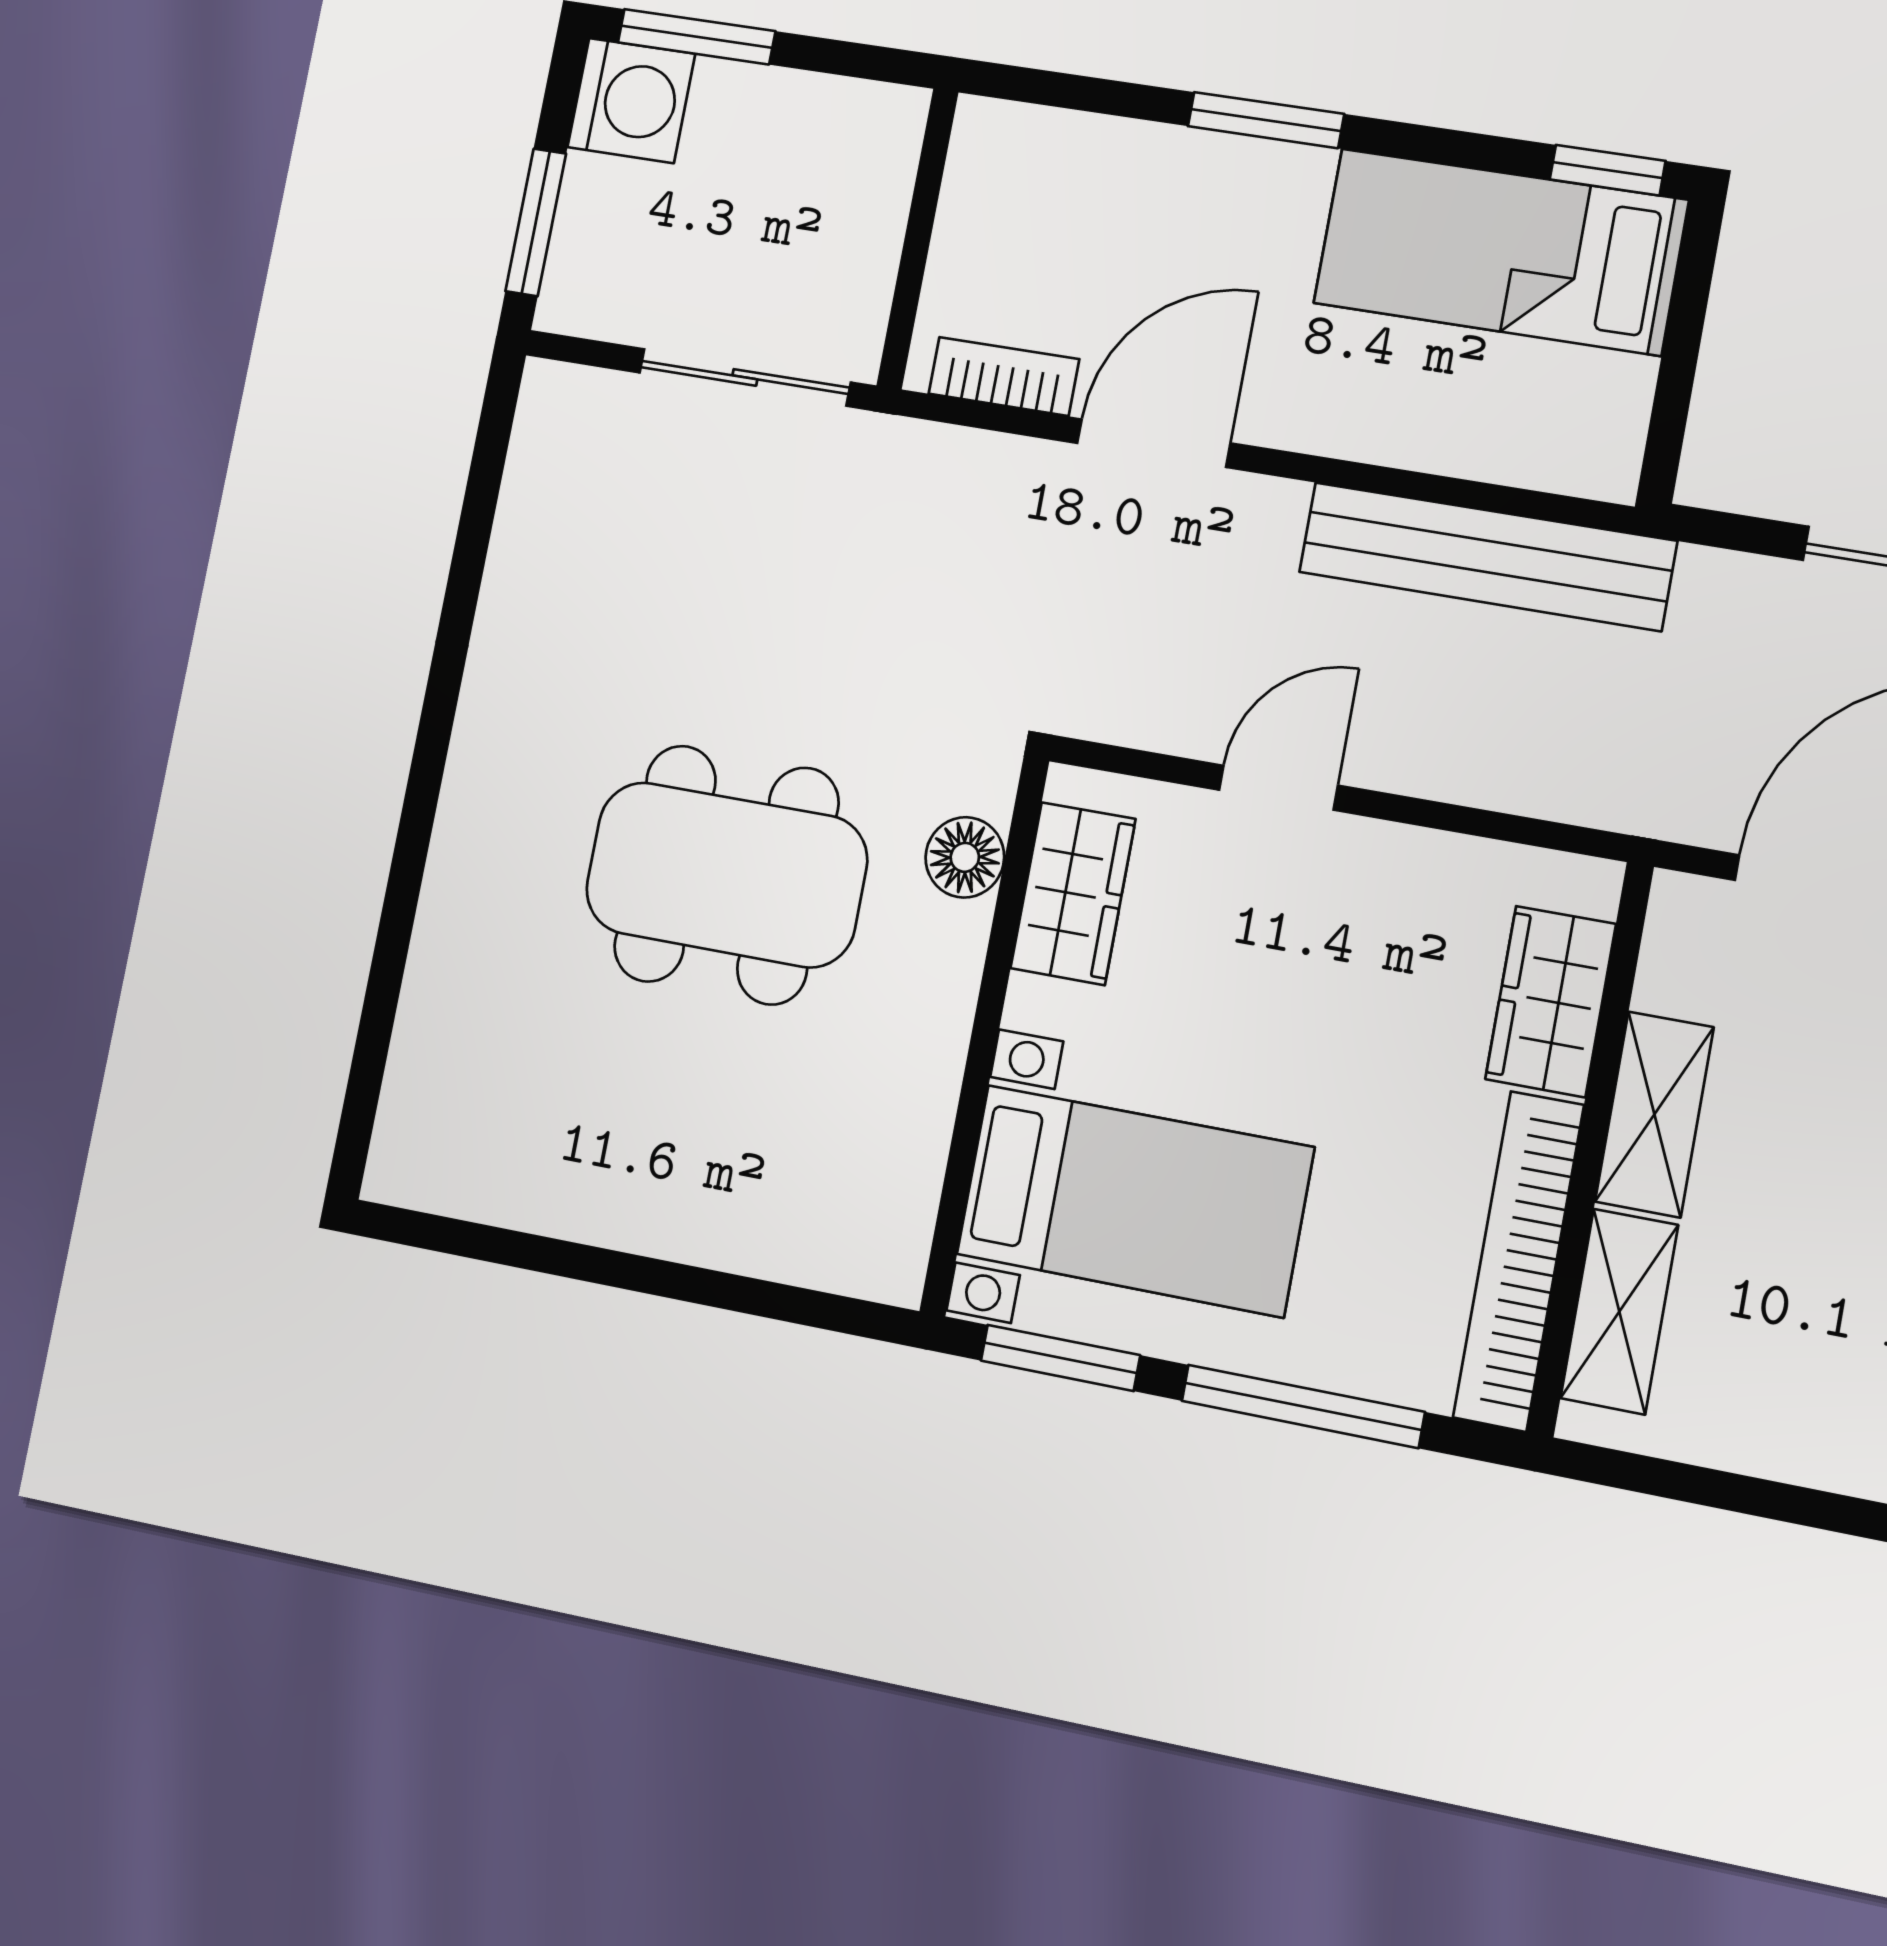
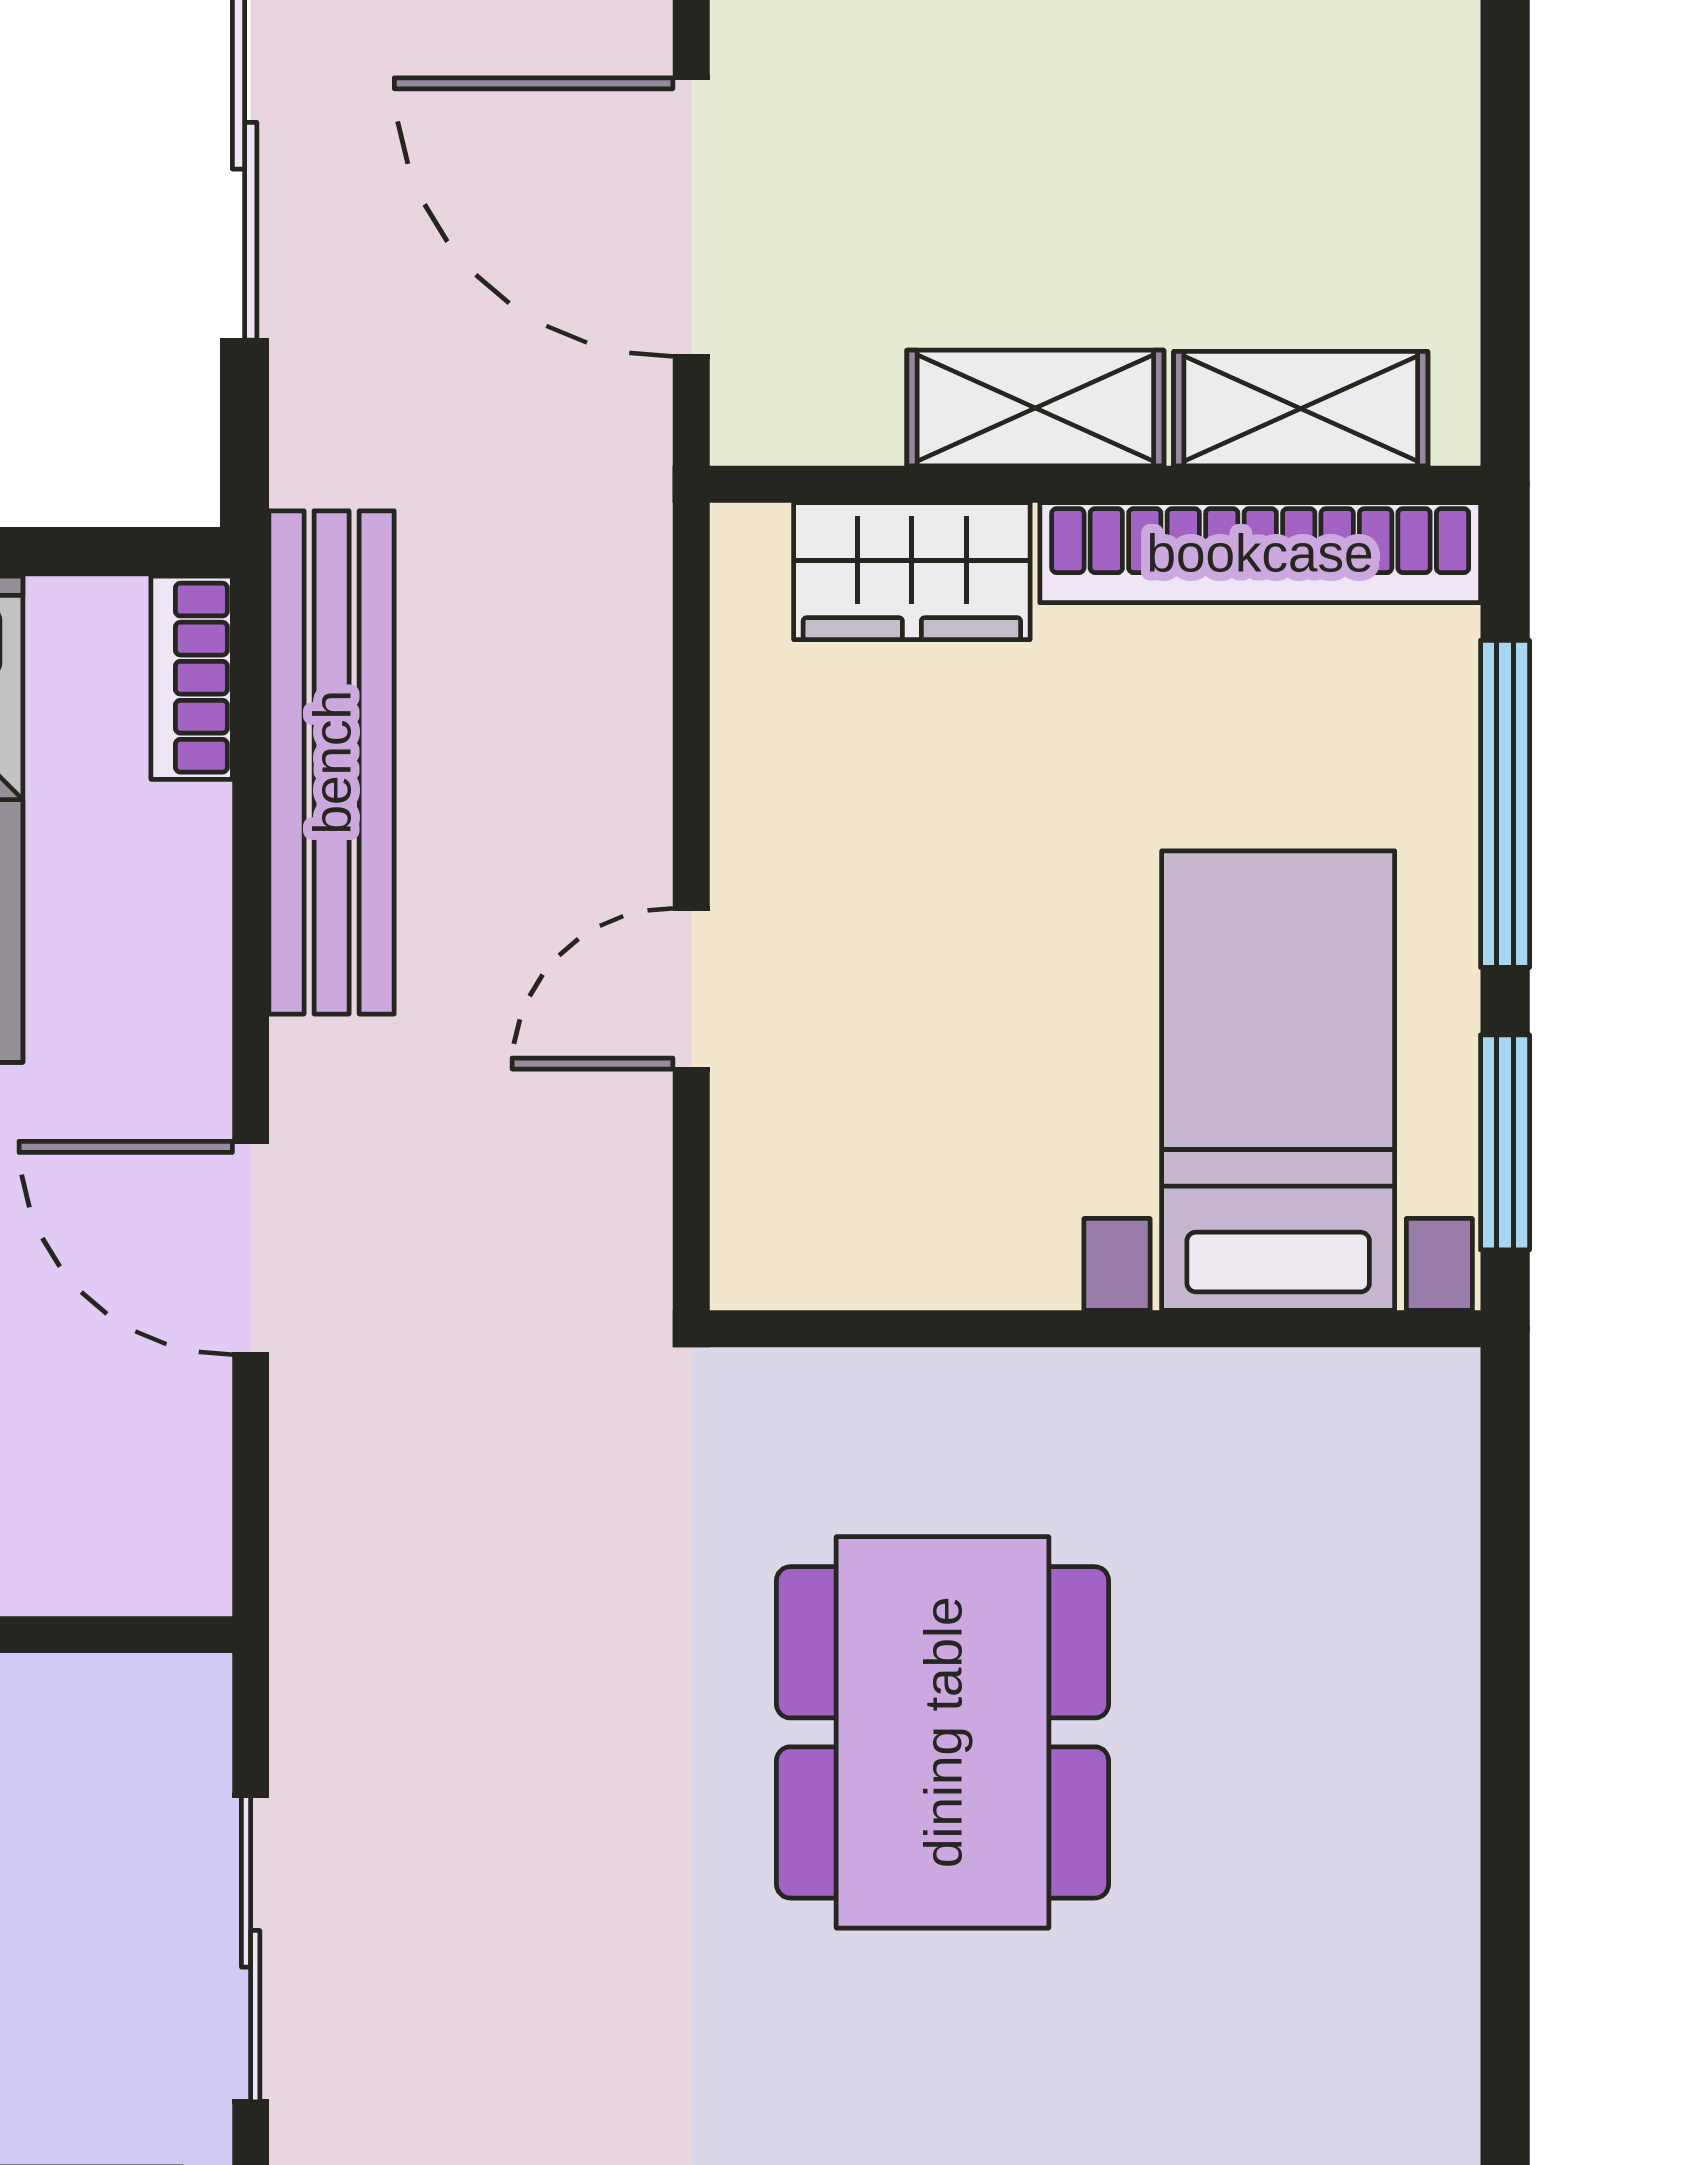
bookcase: (1004, 376) -> (192, 678), moved
sliding door: (745, 377) -> (251, 1949), moved
door: (1278, 788) -> (691, 989), hinge flipped
floor lamp: (965, 857) -> (860, 1402), removed
wardrobe: (1073, 894) -> (883, 1243), removed

